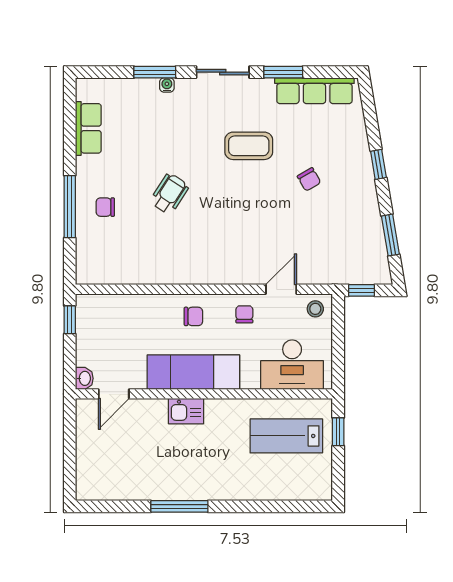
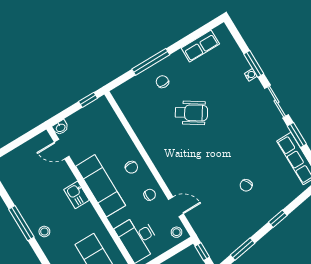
coffee table: (249, 146) -> (244, 141), removed
wheelchair: (169, 194) -> (191, 113), width x1.36, depth x1.37
stool: (209, 483) -> (44, 232), added

